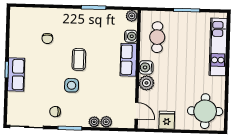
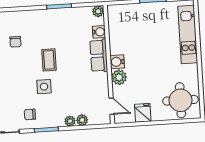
cafe table: (157, 37) -> (126, 30), removed

